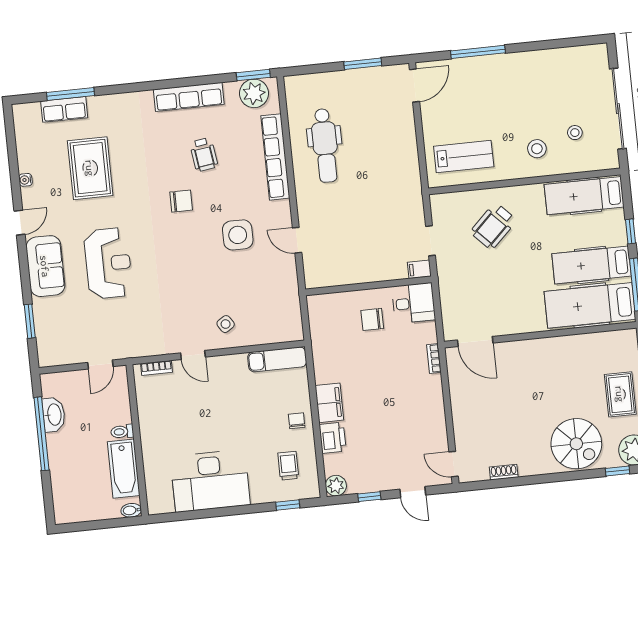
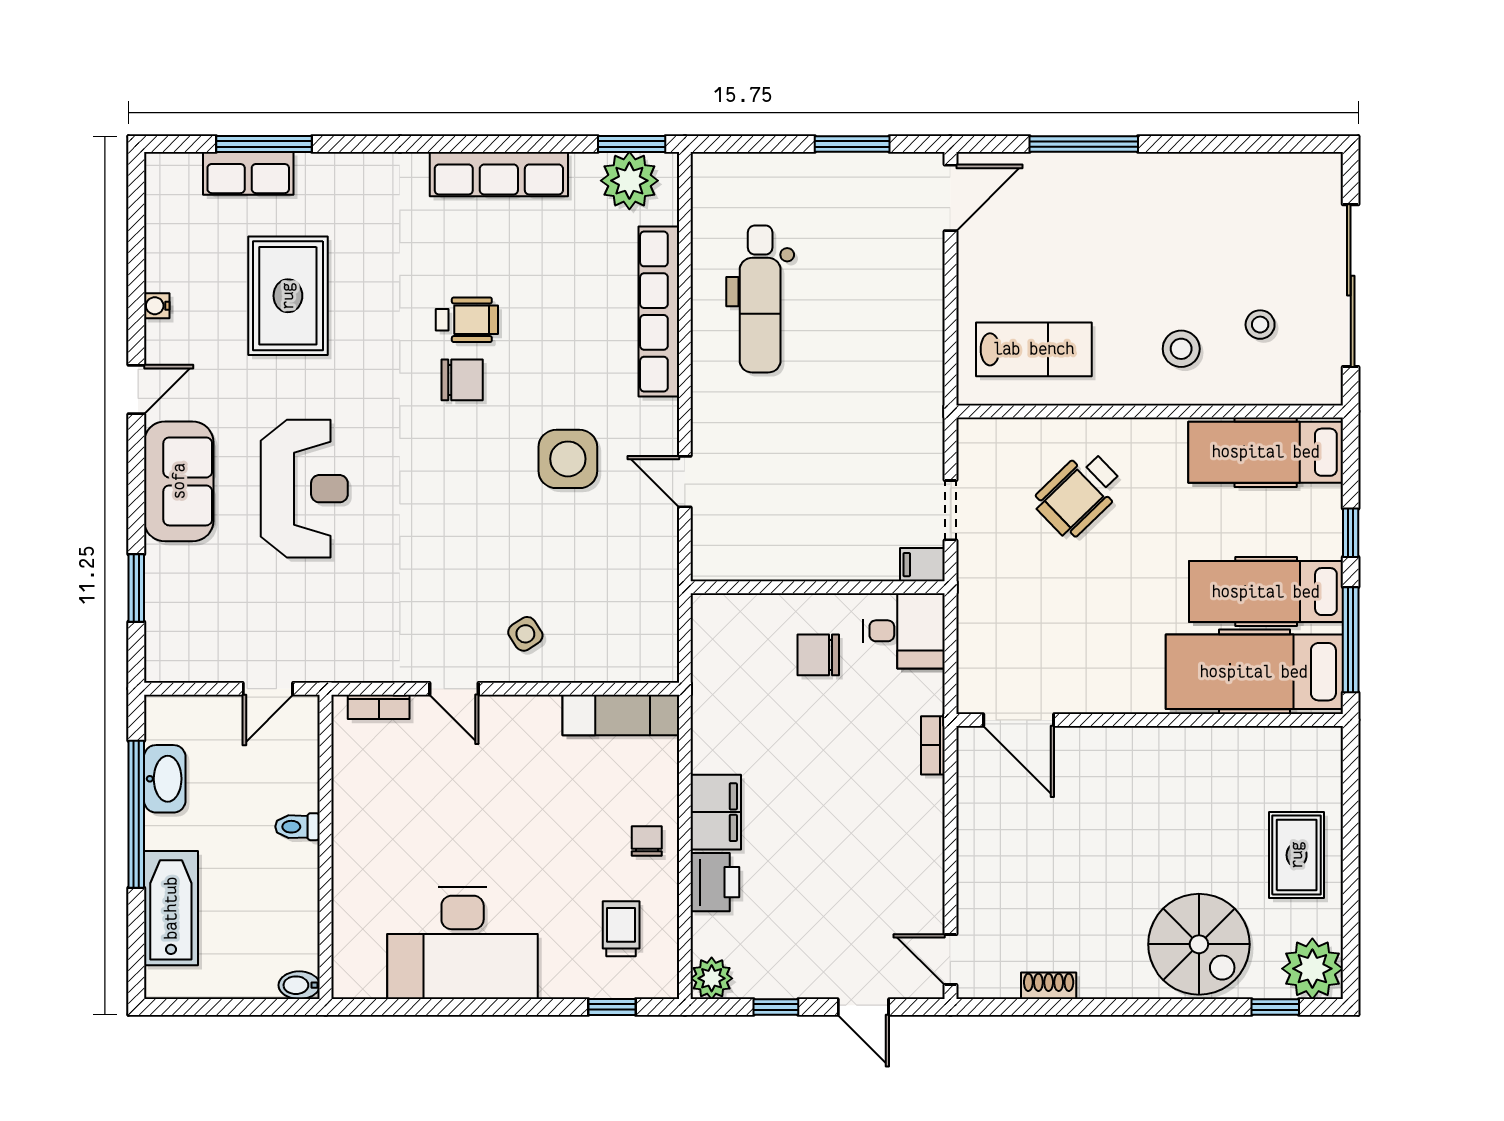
wheelchair: (204, 155) -> (467, 320), moved, turned -82
bathtub: (124, 469) -> (171, 908), moved, turned 180

